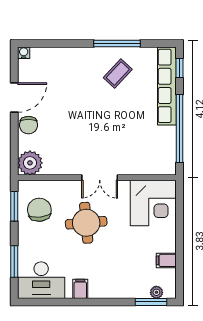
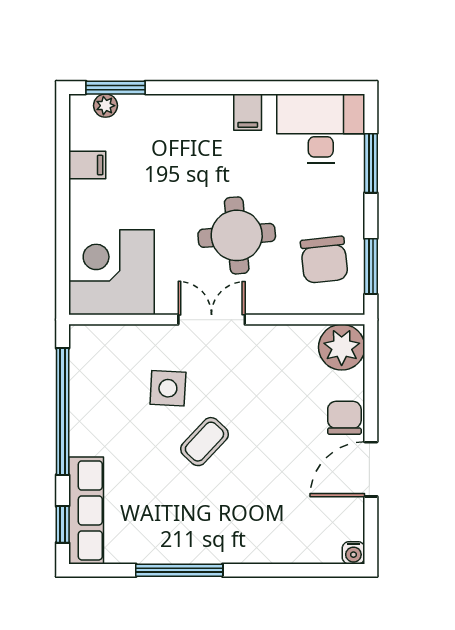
coffee table: (118, 74) -> (204, 442), moved
row of seats: (167, 86) -> (86, 510), width x0.73
side table: (123, 141) -> (168, 388), added

